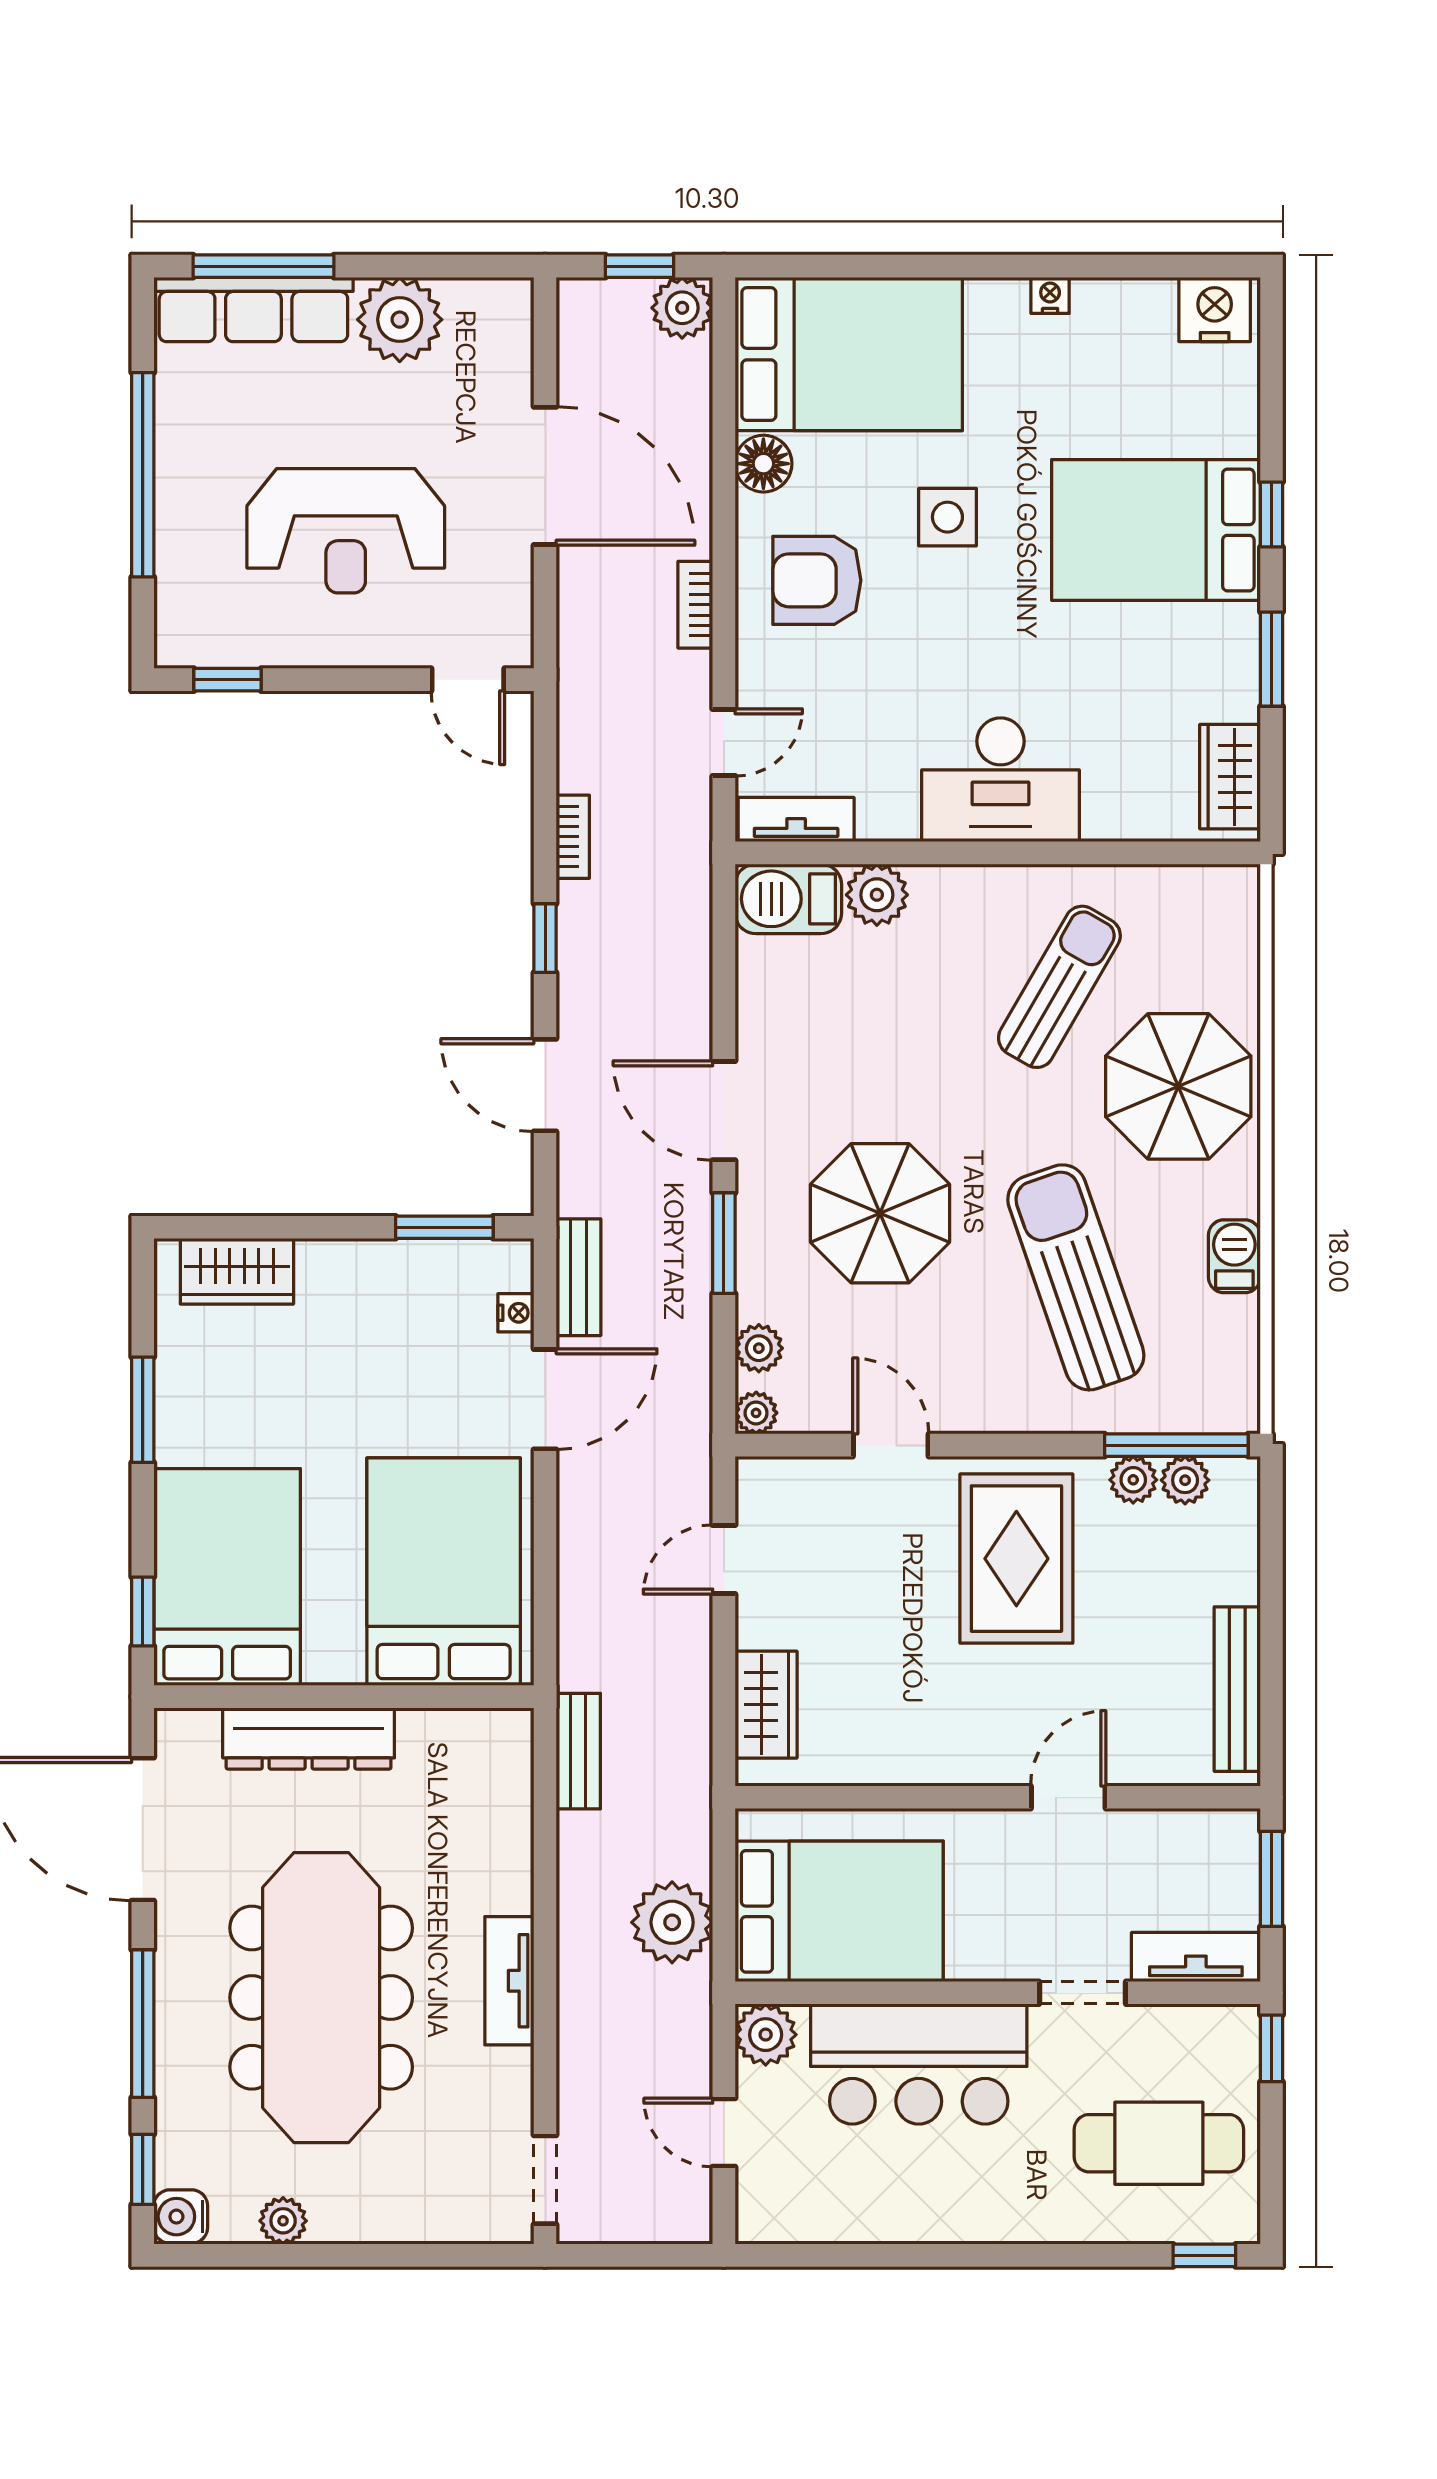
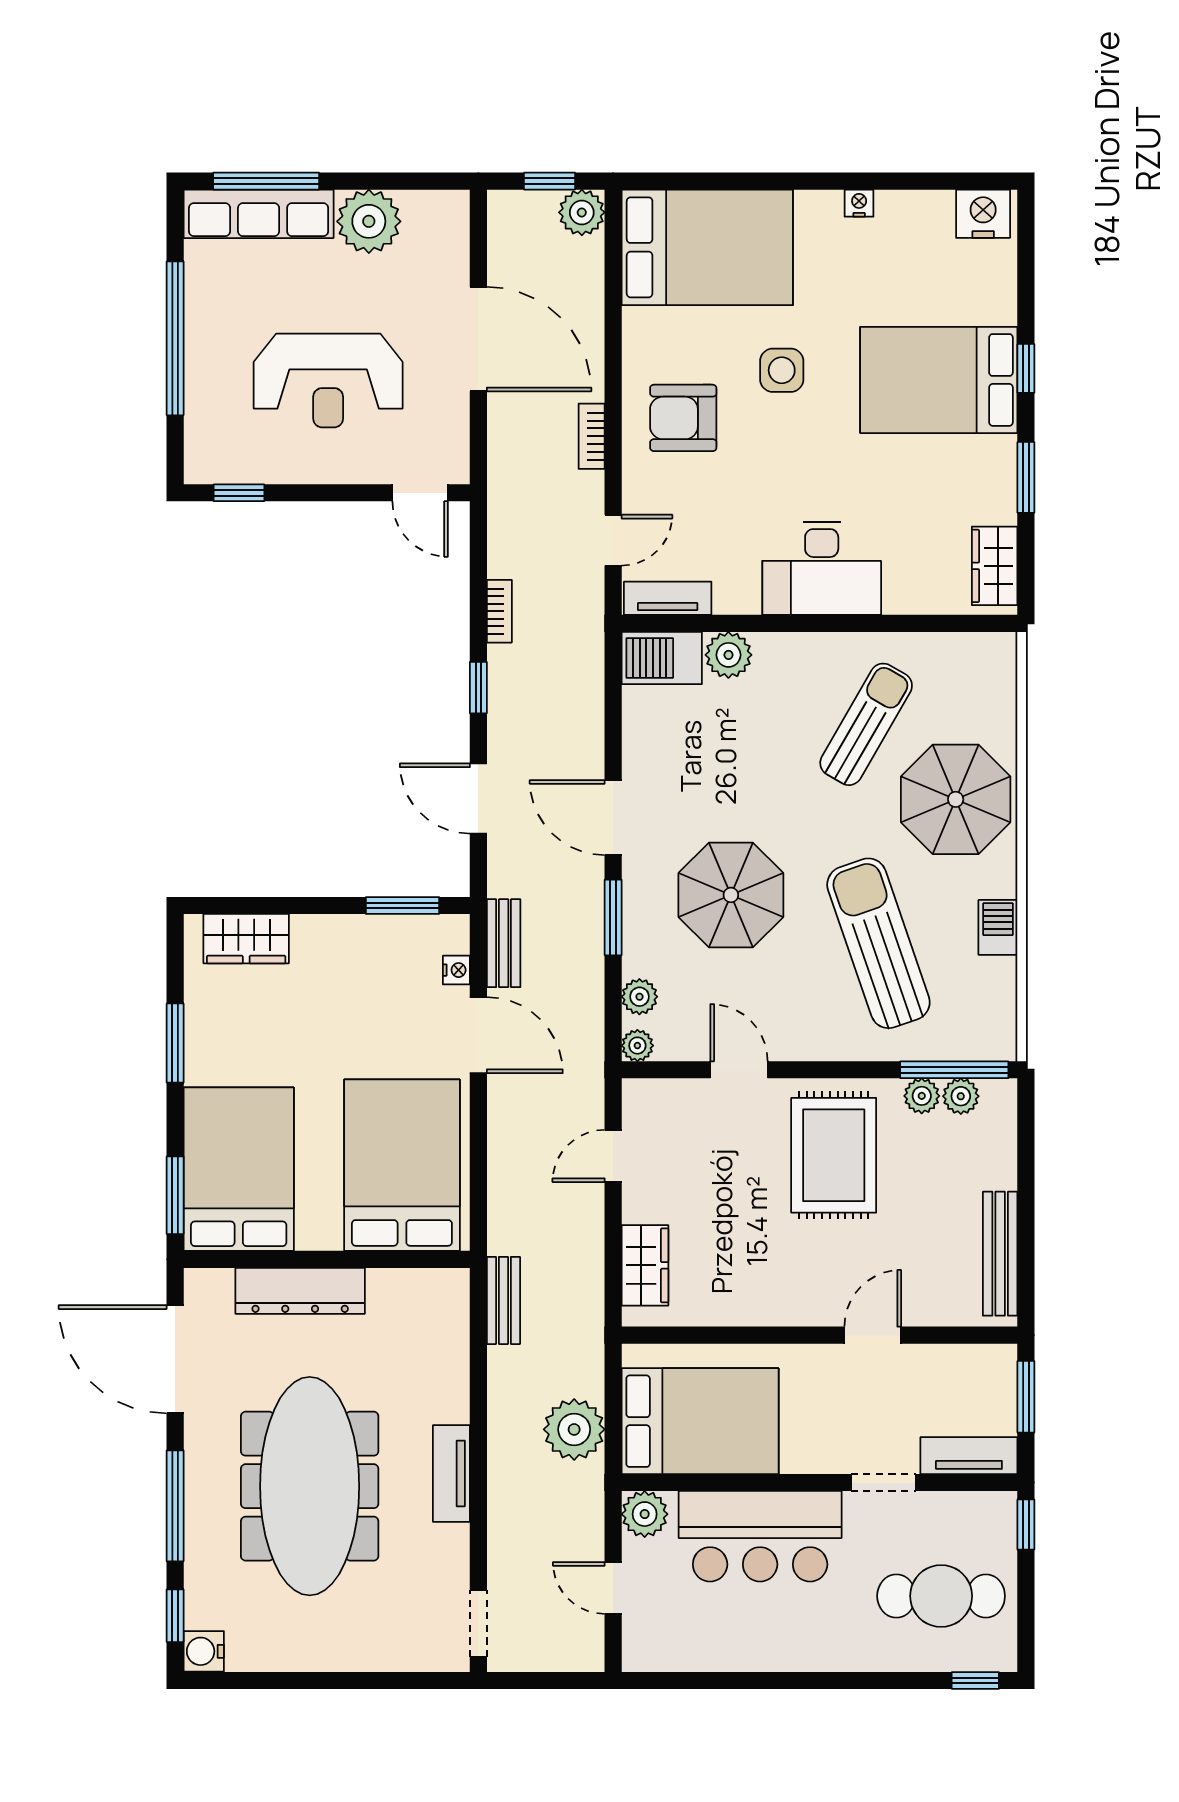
floor lamp: (763, 464) -> (643, 330), removed
door: (545, 1399) -> (478, 1035), hinge flipped
window: (143, 1612) -> (175, 1195), width x1.50
plant: (283, 2221) -> (281, 1654), removed

